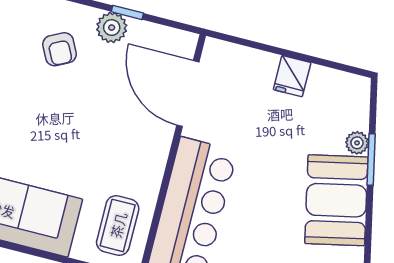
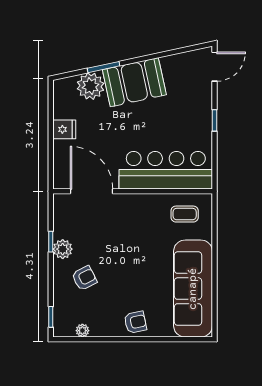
door: (188, 94) -> (92, 191), swing flipped
plant: (357, 143) -> (90, 86), width x1.87, depth x1.87
coffee table: (118, 225) -> (185, 214), width x0.73, depth x0.77

